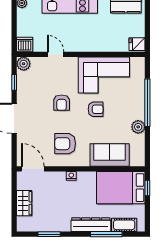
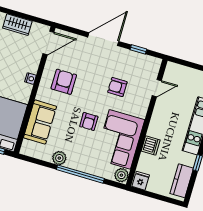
dishwasher: (25, 44) -> (151, 145), moved
door: (56, 54) -> (157, 88), moved
plant: (24, 64) -> (121, 175), moved
armchair: (62, 103) -> (117, 87), moved

